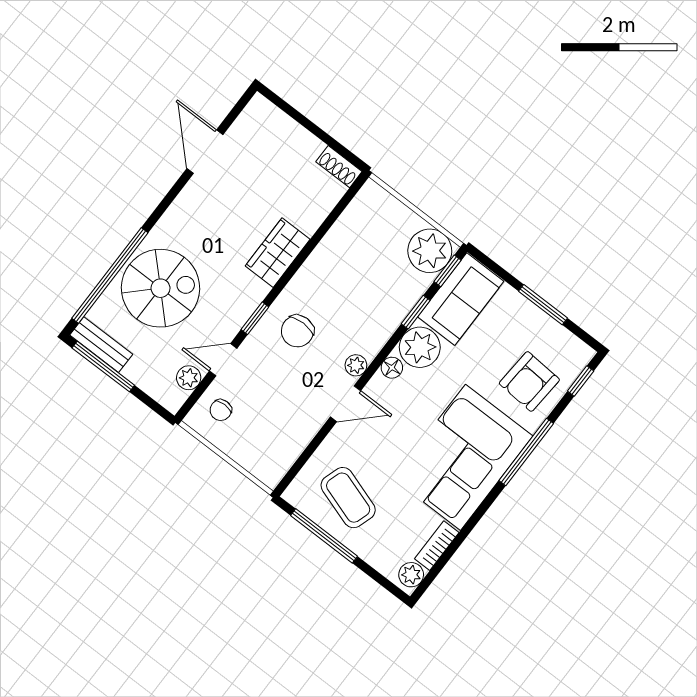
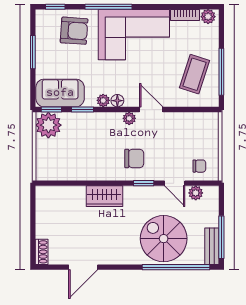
shoe rack: (339, 167) -> (42, 252), moved
plant: (420, 347) -> (103, 100), width x0.53, depth x0.53

